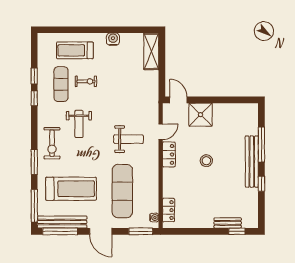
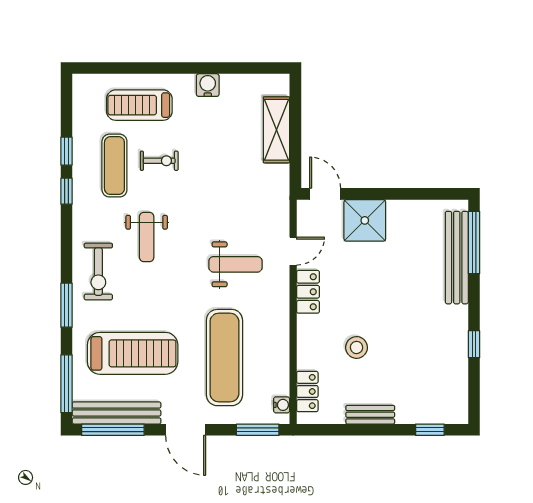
shelving: (151, 51) -> (276, 130), moved
window: (261, 144) -> (474, 243), moved
stool: (206, 161) -> (357, 347), moved
bench: (252, 162) -> (457, 258), moved
bench: (228, 223) -> (370, 415), moved

